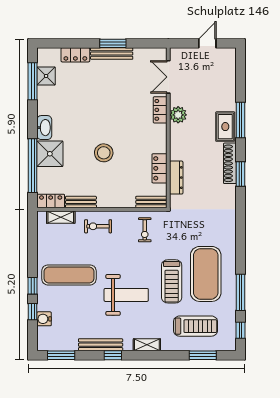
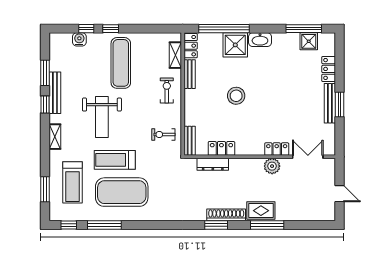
window: (61, 355) -> (45, 73), moved

